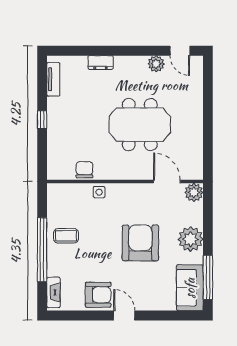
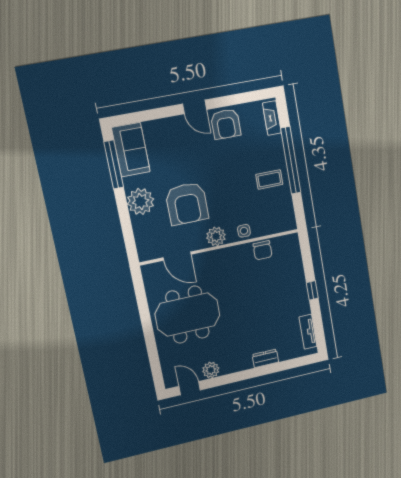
meeting table: (140, 125) -> (188, 315), moved
plant: (194, 192) -> (216, 236), moved
armchair: (140, 243) -> (187, 204), moved
armchair: (98, 295) -> (226, 124), turned -90

